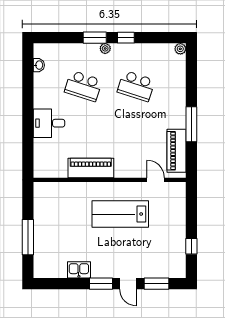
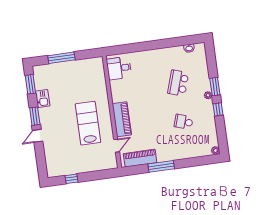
school desk: (136, 86) -> (184, 122), width x0.54
desk: (49, 123) -> (119, 68), moved, turned -90
piano: (91, 168) -> (122, 119), moved
window: (156, 284) -> (30, 84), moved

